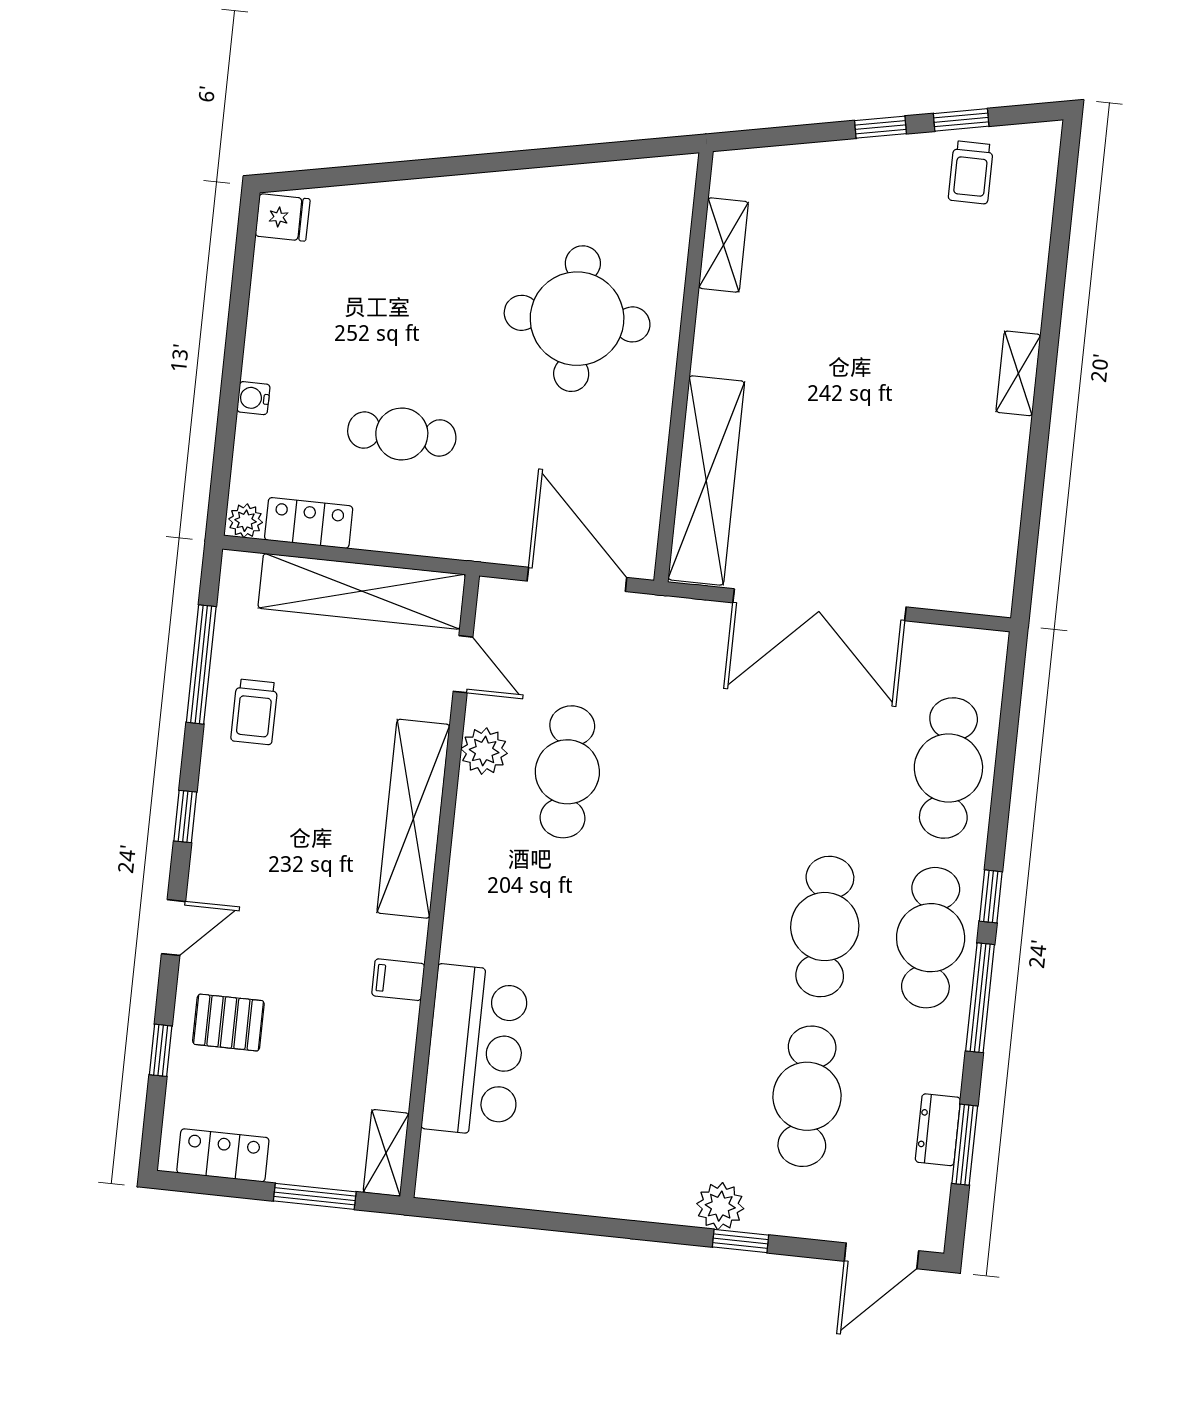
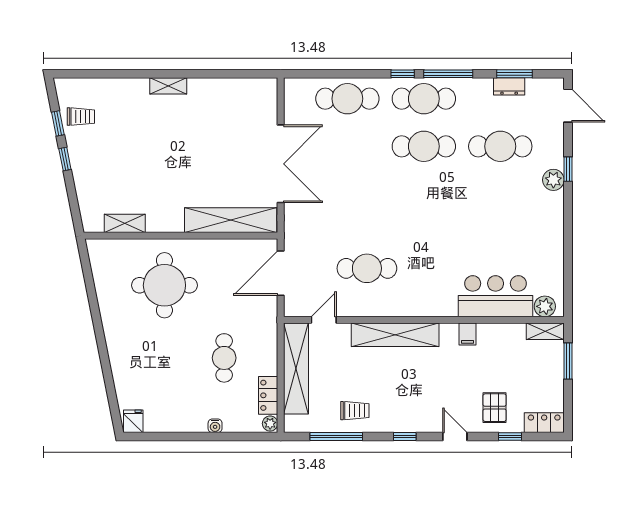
plant: (484, 751) -> (545, 306), moved
locker: (223, 1155) -> (544, 423), moved, turned 90

